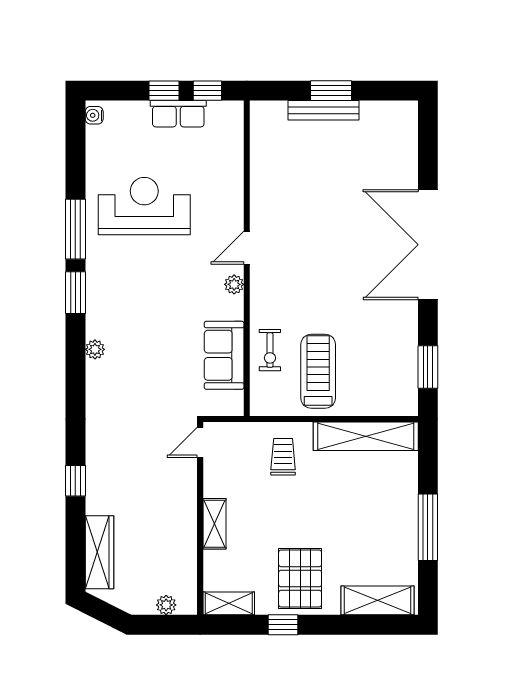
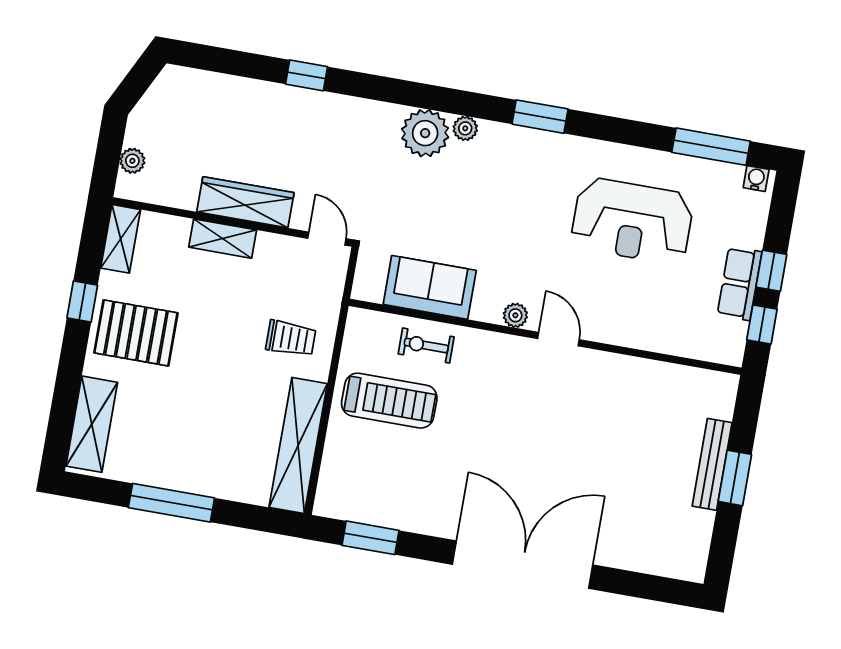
reception desk: (144, 206) -> (632, 221), turned 90
window: (75, 229) -> (711, 147), moved
plant: (104, 380) -> (425, 133), added
wardrobe: (99, 552) -> (245, 202), moved, turned 180

